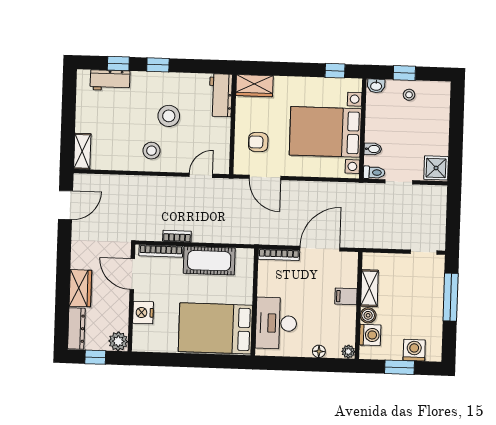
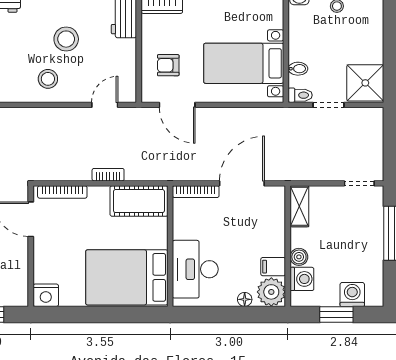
bed with nightstands: (325, 132) -> (244, 63), width x0.73
shower: (436, 168) -> (365, 83), width x1.36, depth x1.36
bookcase: (177, 236) -> (108, 175), moved
cot: (209, 261) -> (139, 201), moved
shelving: (369, 288) -> (299, 206), moved
filing cabinet: (346, 296) -> (273, 267), moved
nightstand: (143, 313) -> (46, 295), moved, turned -90
plant: (118, 341) -> (17, 296), removed
plant: (348, 352) -> (271, 292), width x1.88, depth x1.88

